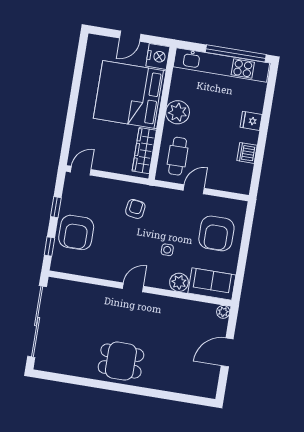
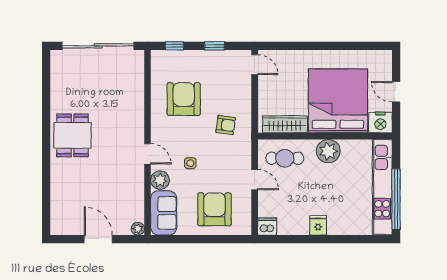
fridge: (251, 121) -> (318, 225), moved
dishwasher: (247, 153) -> (267, 227), moved
armchair: (76, 232) -> (184, 99), moved, turned 90
armchair: (216, 233) -> (214, 209), turned 90
door: (133, 287) -> (148, 154), moved

